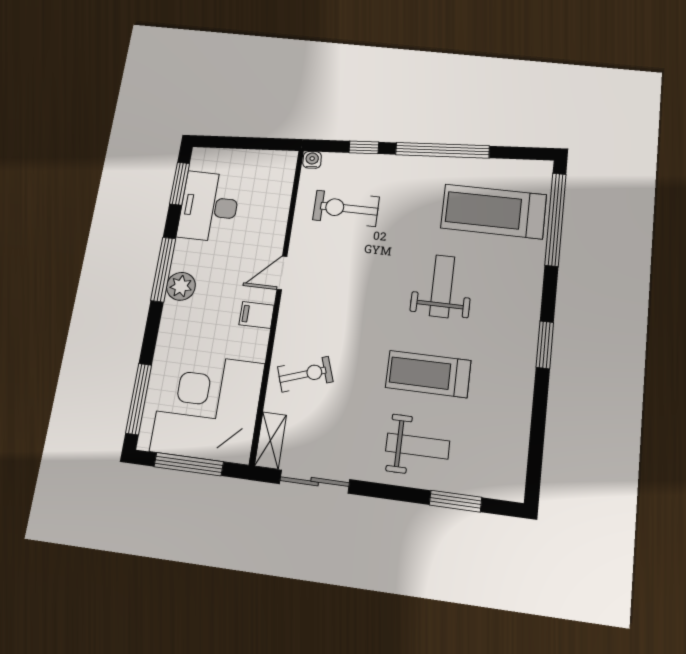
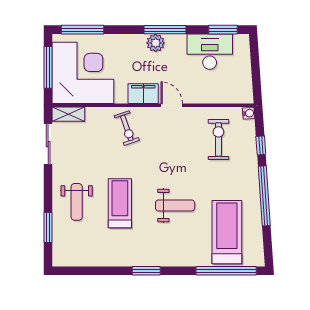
filing cabinet: (257, 315) -> (143, 94), width x2.00
exercise bike: (305, 374) -> (127, 128), moved

